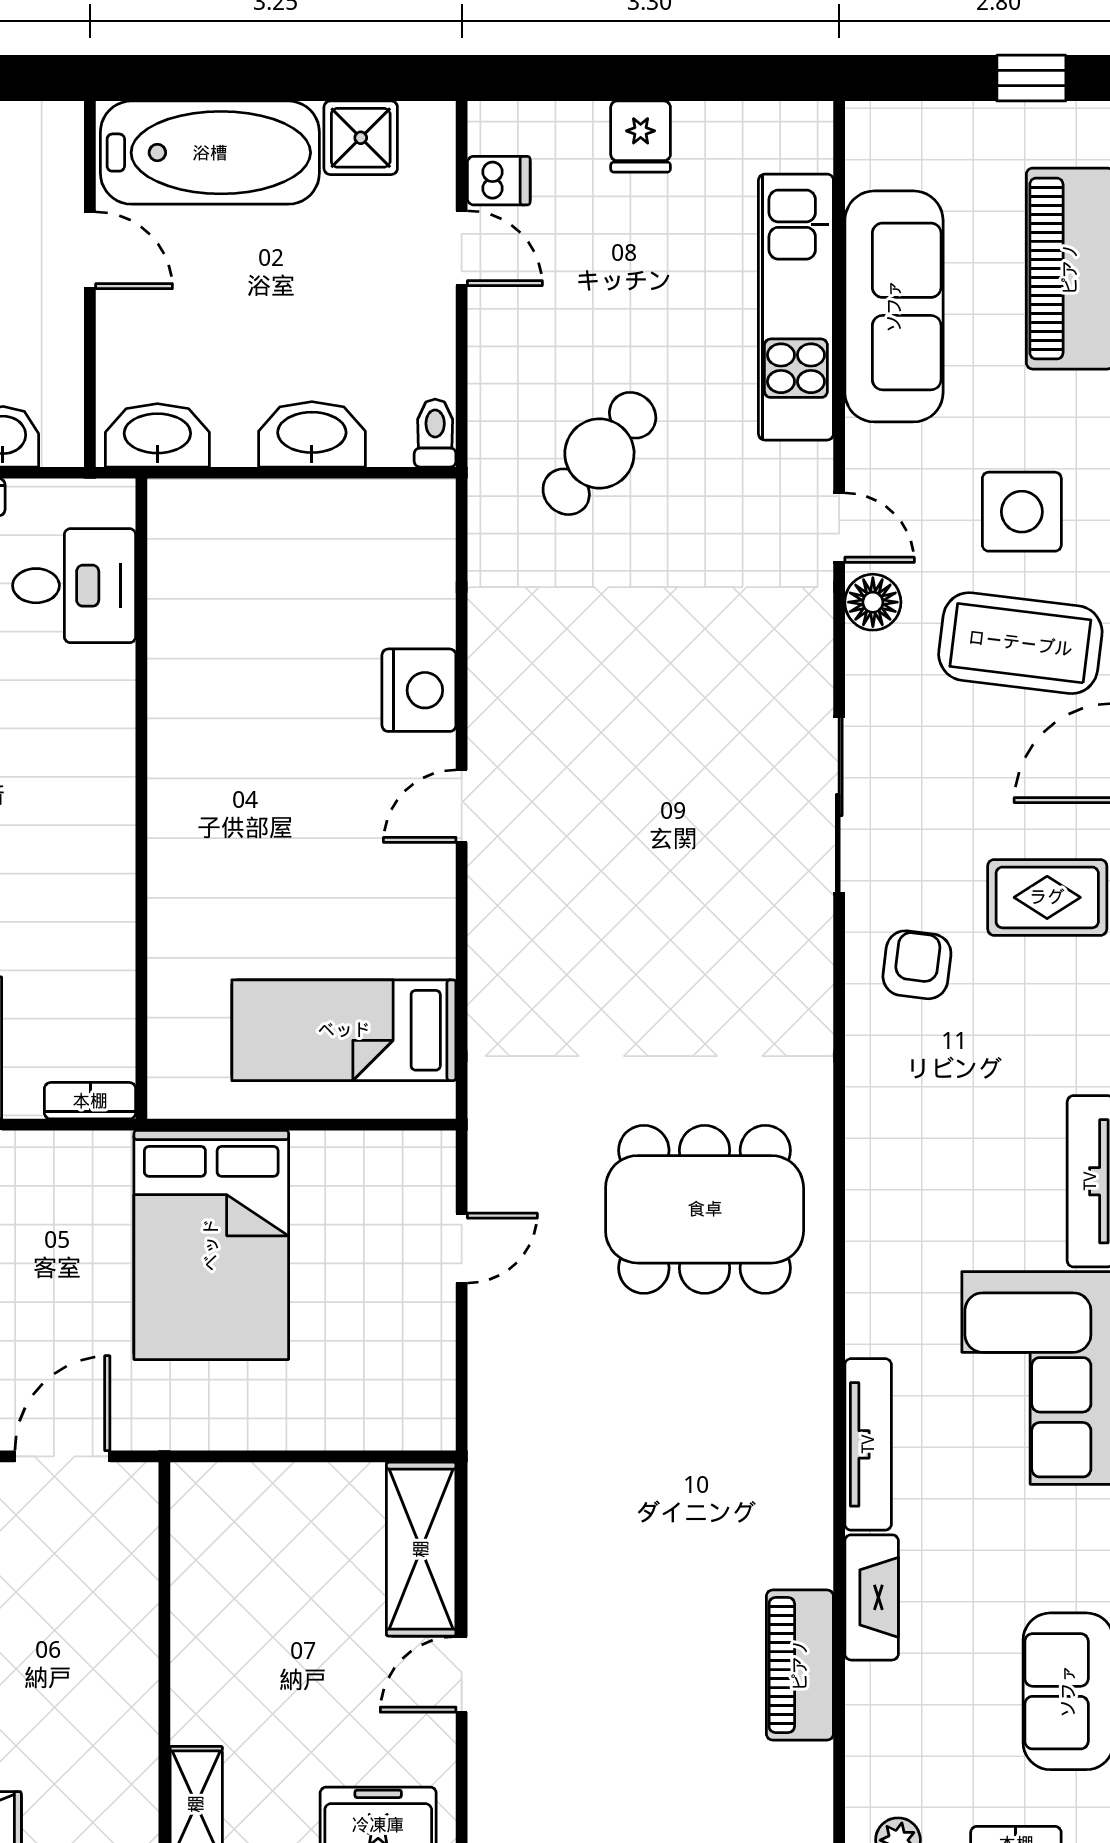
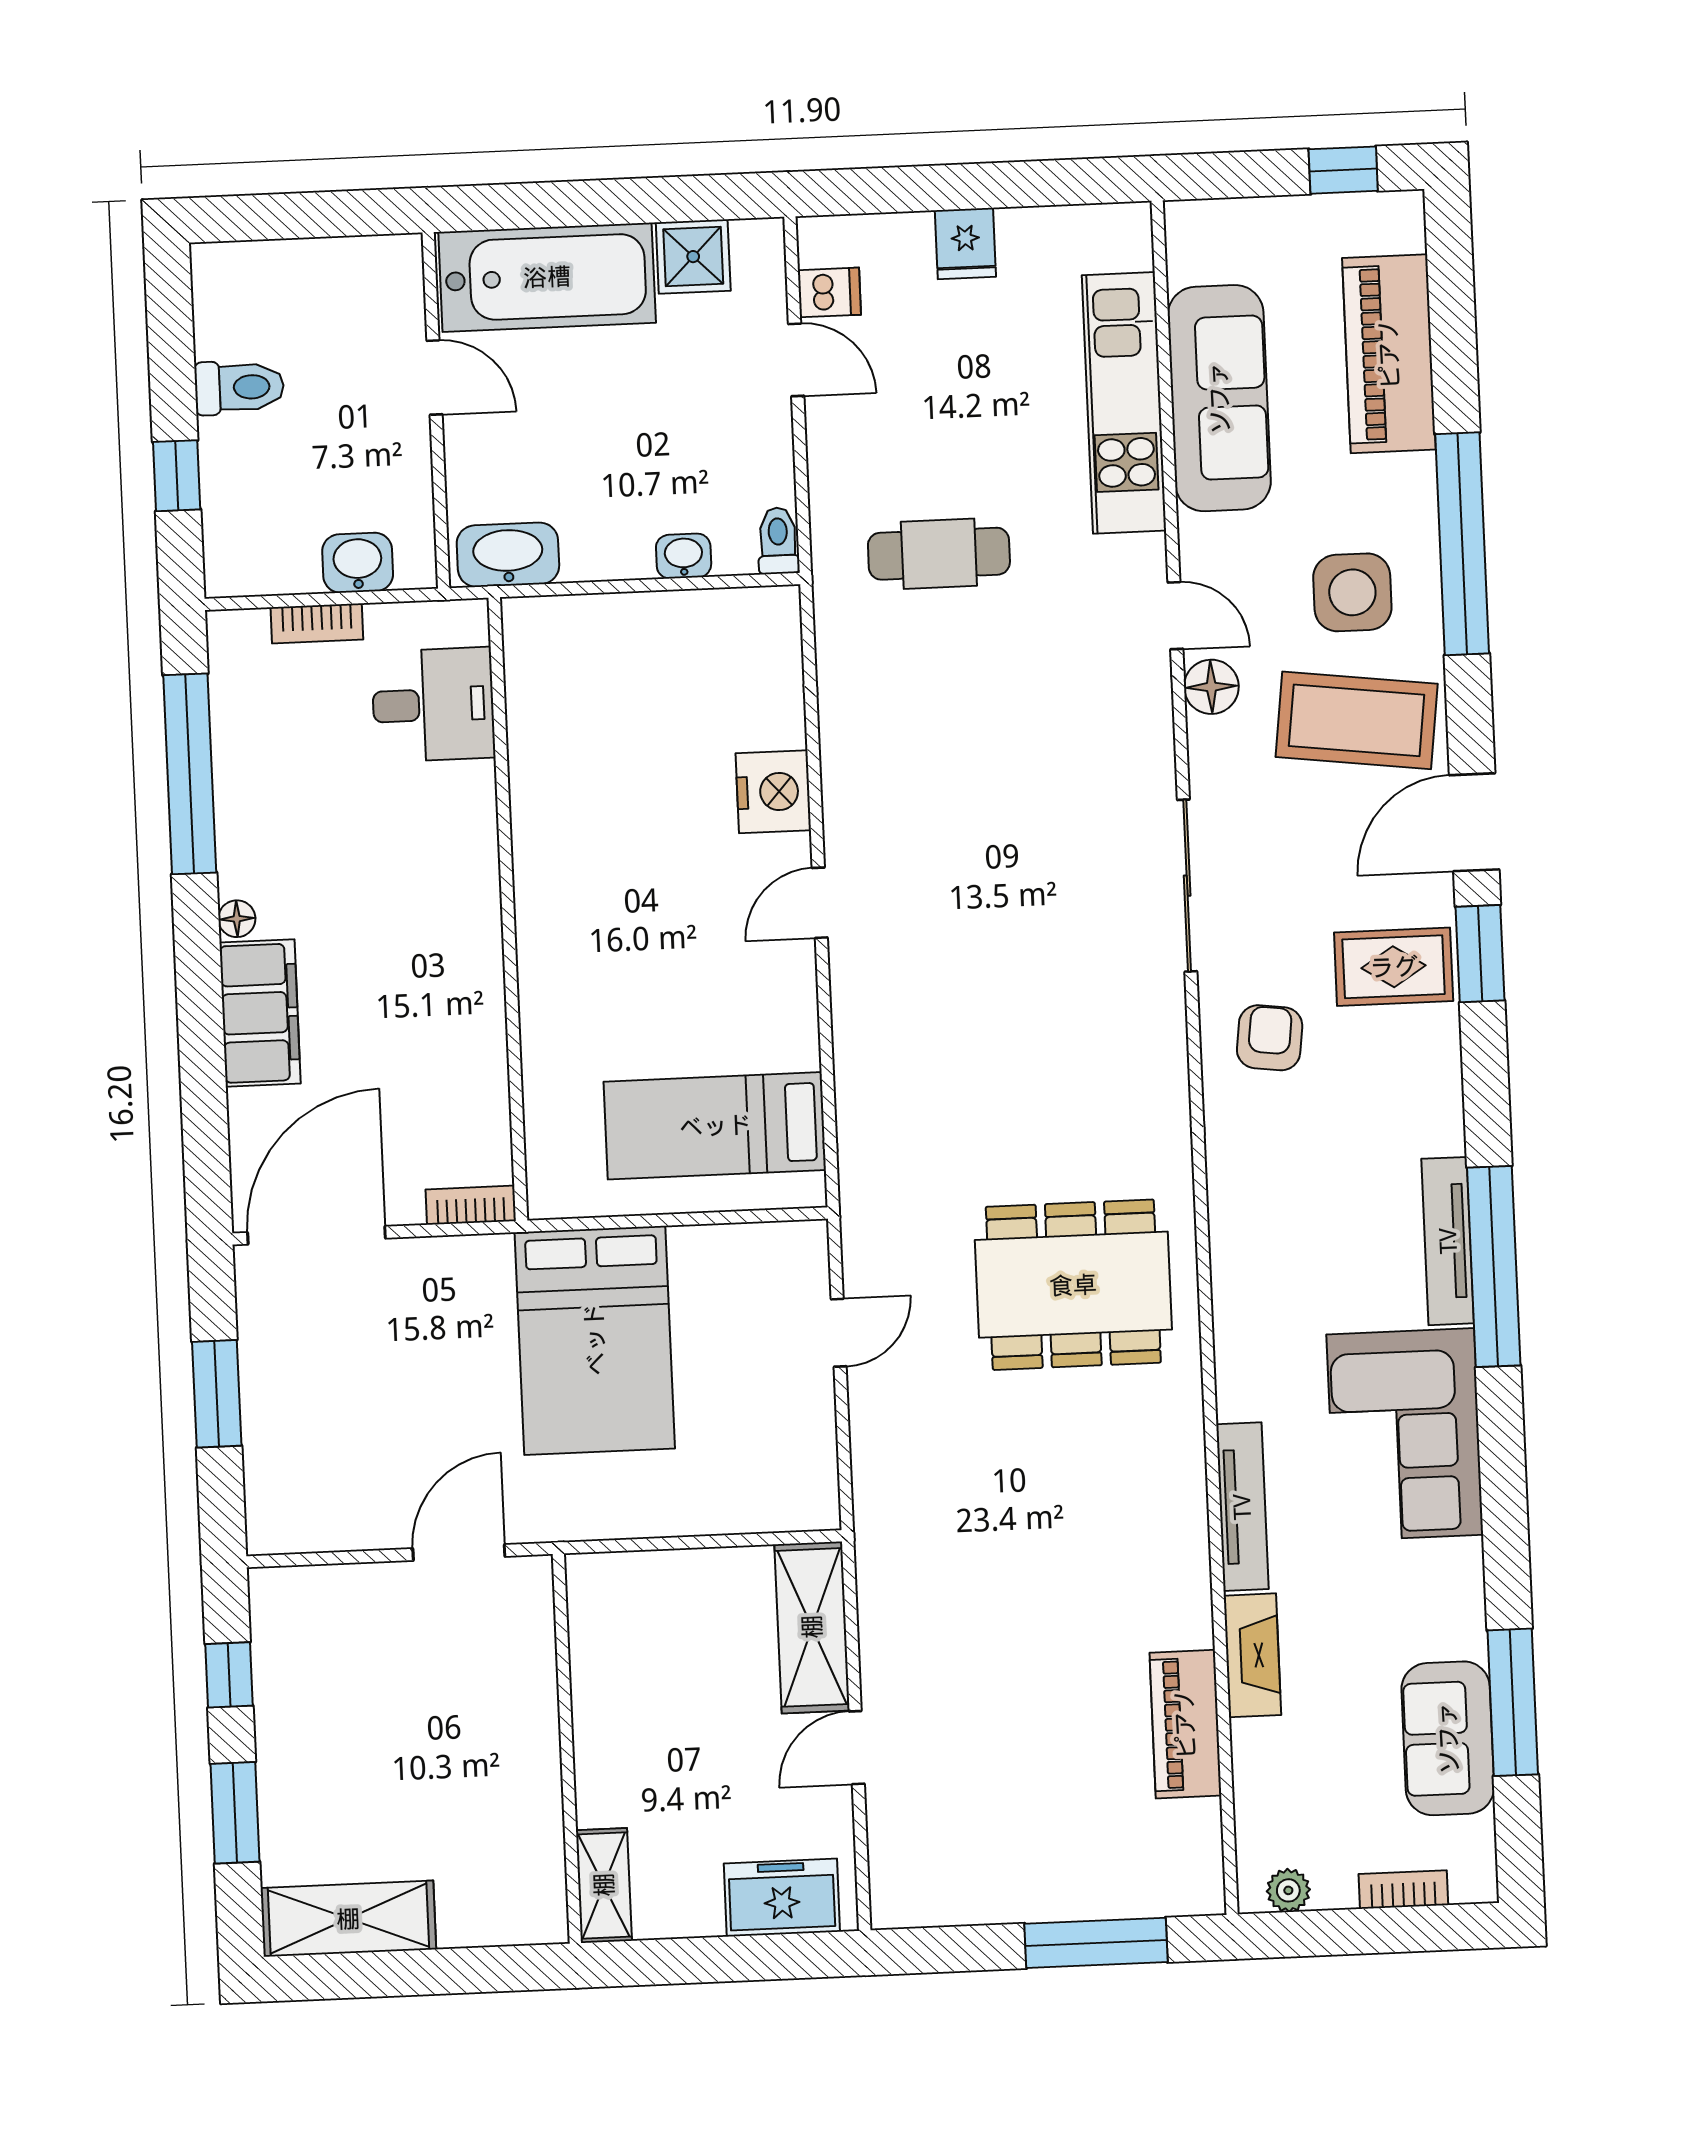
washbasin: (312, 434) -> (684, 556), width x0.52, depth x0.69
cafe table: (599, 453) -> (939, 554), turned 49

